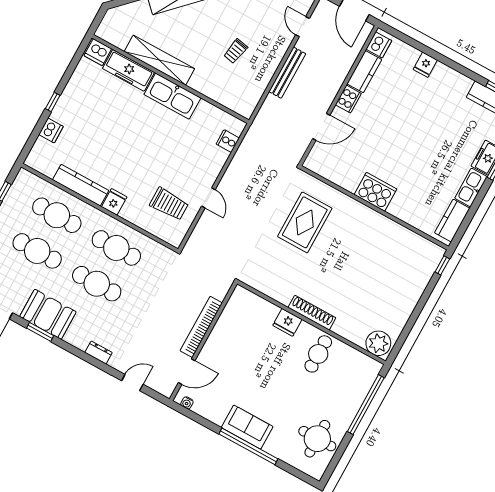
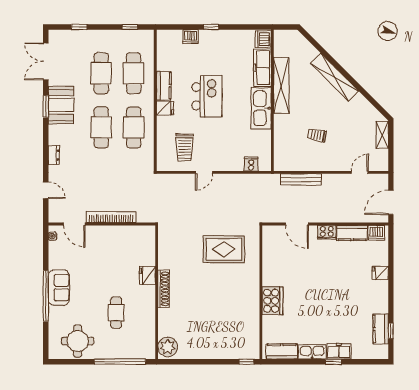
bench: (287, 73) -> (301, 179), moved
kitchen island: (126, 149) -> (207, 96), added
kitchen counter: (81, 185) -> (164, 86), width x0.67
cooker: (375, 192) -> (272, 301), moved
cafe table: (318, 354) -> (116, 313), moved, turned 90

